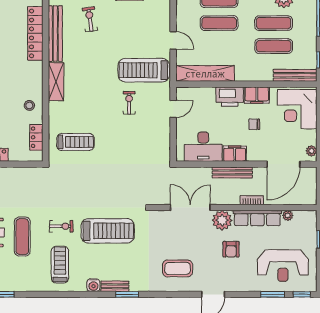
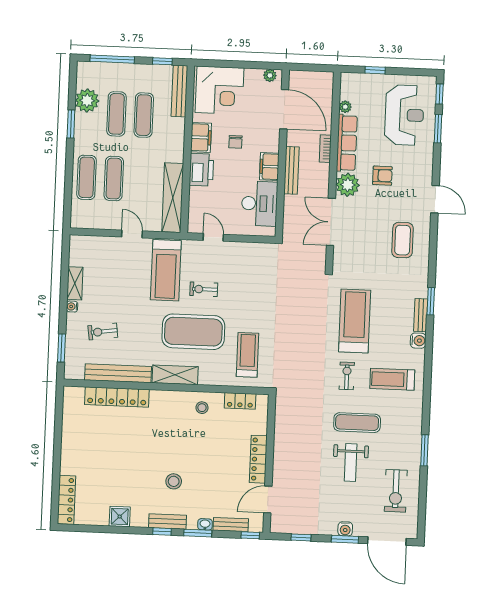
door: (173, 40) -> (132, 234), hinge flipped
exercise mat: (93, 95) -> (193, 332), added

